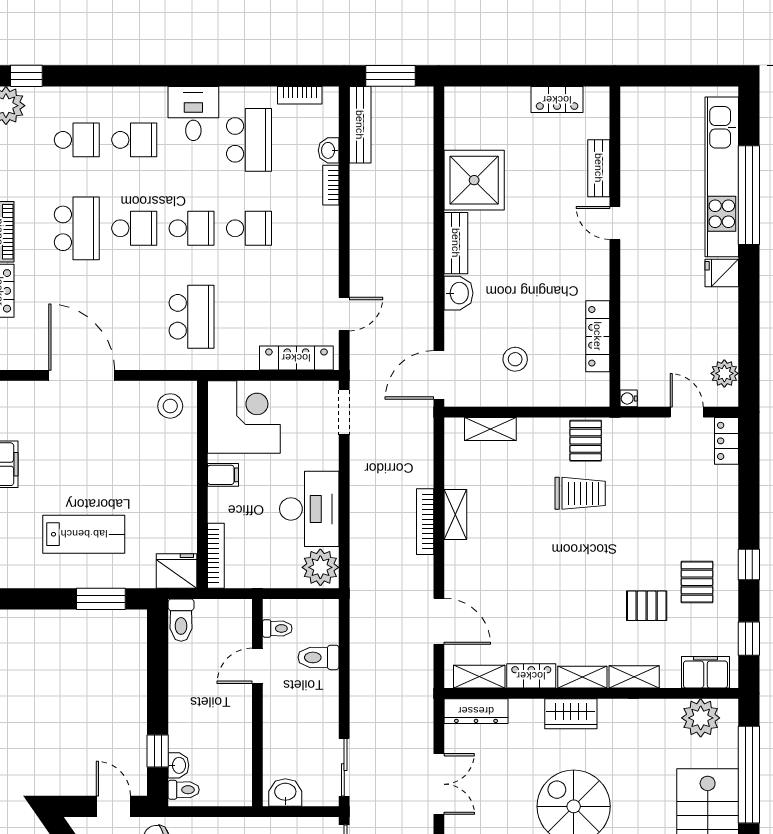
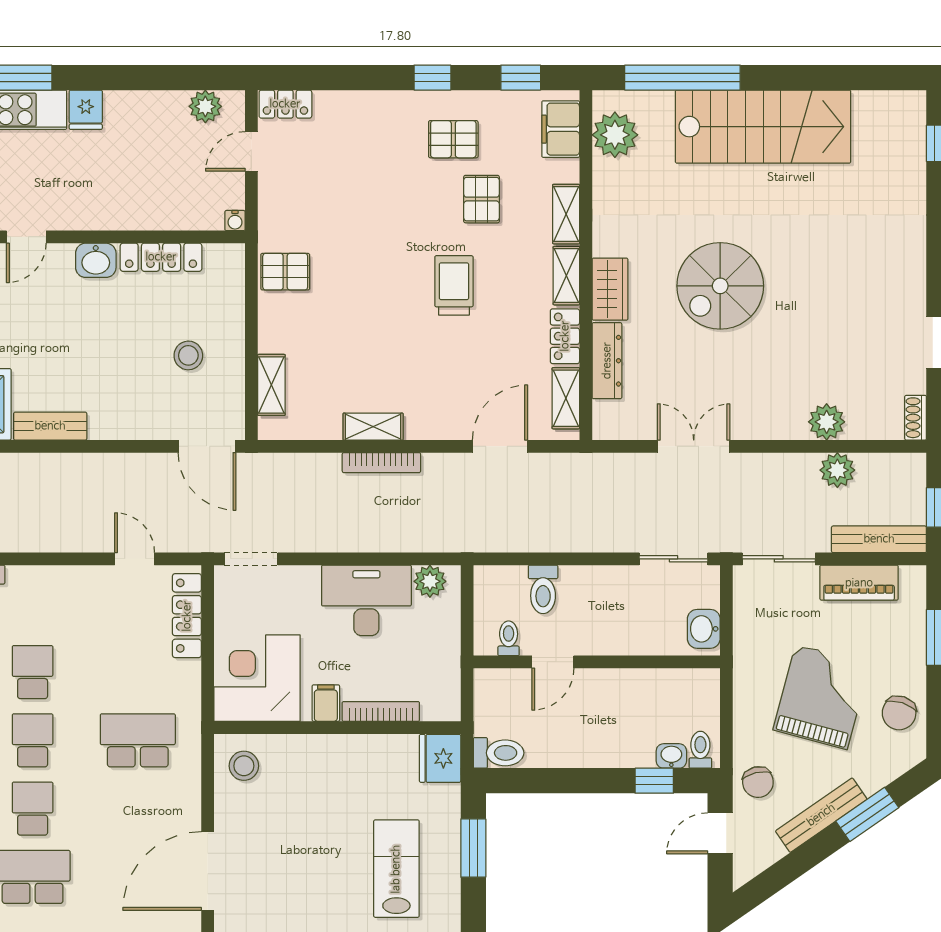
washbasin: (458, 293) -> (96, 260), moved, turned 180
trolley: (580, 493) -> (454, 285), moved
bookcase: (216, 556) -> (381, 711), moved
plant: (320, 567) -> (430, 581), width x0.73, depth x0.73
door: (257, 666) -> (553, 662), hinge flipped
dresser: (476, 711) -> (607, 361), moved

